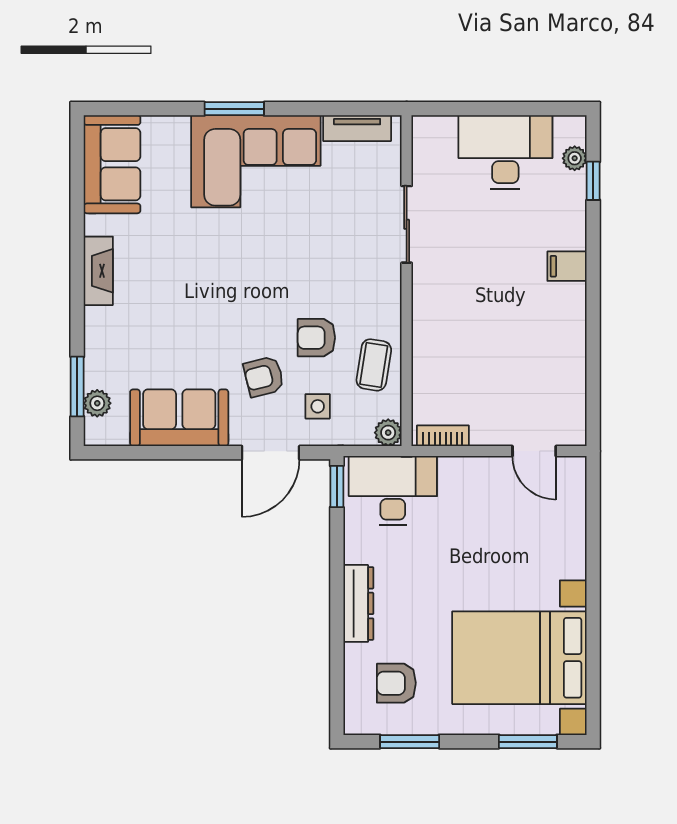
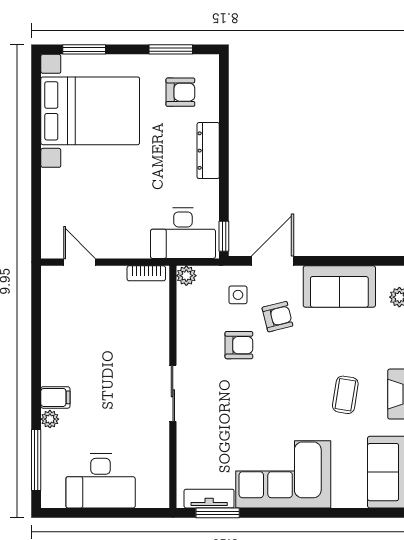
window: (234, 109) -> (218, 513), moved
plant: (575, 158) -> (50, 419), moved
window: (593, 181) -> (36, 460), width x2.17
sliding door: (407, 224) -> (173, 393), moved
coffee table: (374, 365) -> (345, 395), moved

